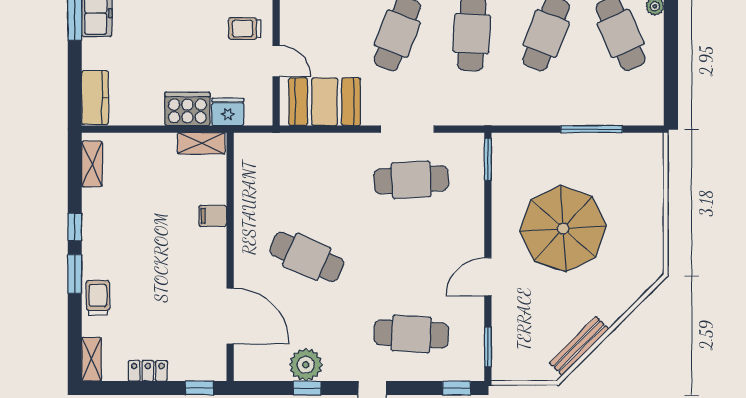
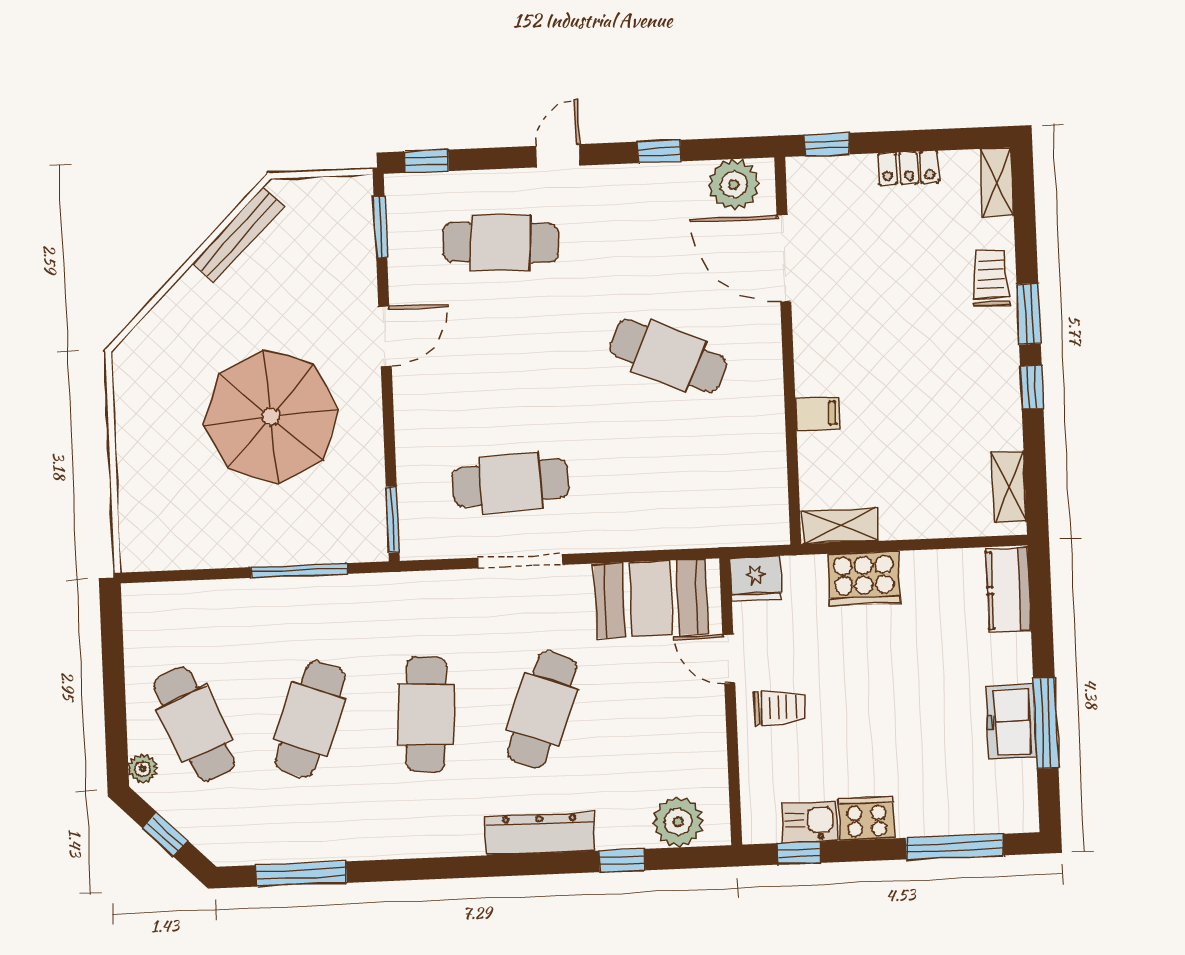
fridge: (228, 112) -> (756, 578), moved
window: (592, 129) -> (299, 571), moved
trolley: (98, 298) -> (991, 278), turned 180
plant: (306, 365) -> (734, 185), moved

